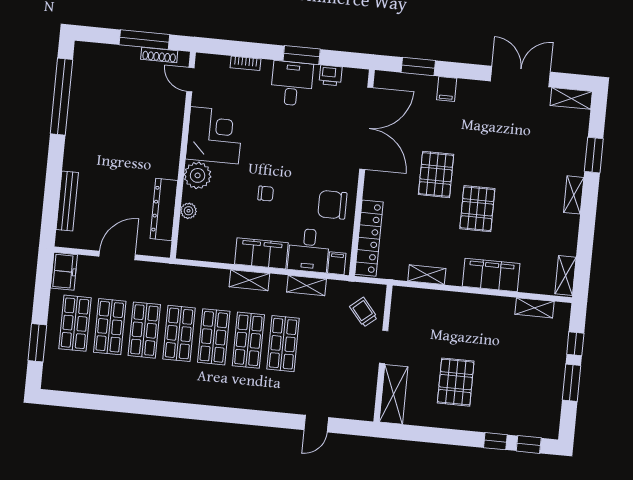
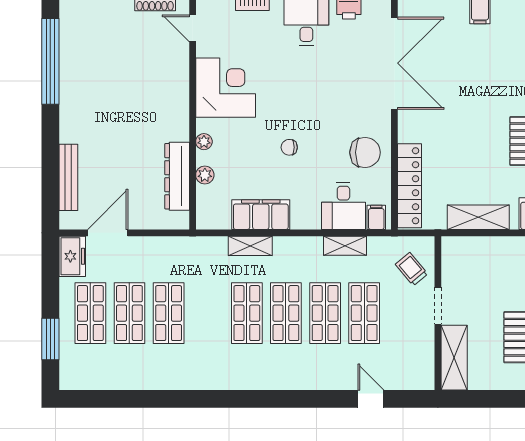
pallet: (436, 174) -> (478, 107), removed
plant: (198, 175) -> (204, 142), width x0.53, depth x0.53
chair: (266, 194) -> (289, 147), turned 180
chair: (332, 205) -> (365, 152), turned 180
filing cabinet: (261, 253) -> (261, 215), moved
door: (117, 255) -> (108, 233), moved
shelving: (427, 275) -> (478, 217), width x1.50, depth x1.33
shelving: (249, 280) -> (250, 246), moved
shop shelf: (179, 333) -> (364, 313), moved
door: (316, 424) -> (371, 399), swing flipped

